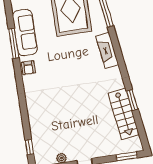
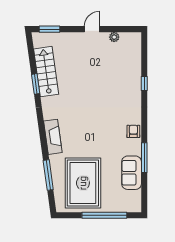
sofa: (25, 33) -> (132, 173), width x0.73
window: (29, 147) -> (144, 83), moved

